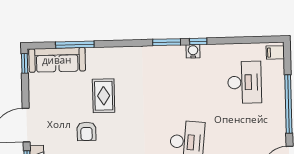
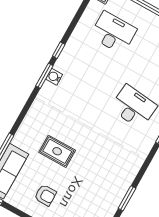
water cooler: (193, 51) -> (54, 77), moved
armchair: (86, 131) -> (45, 195), moved

